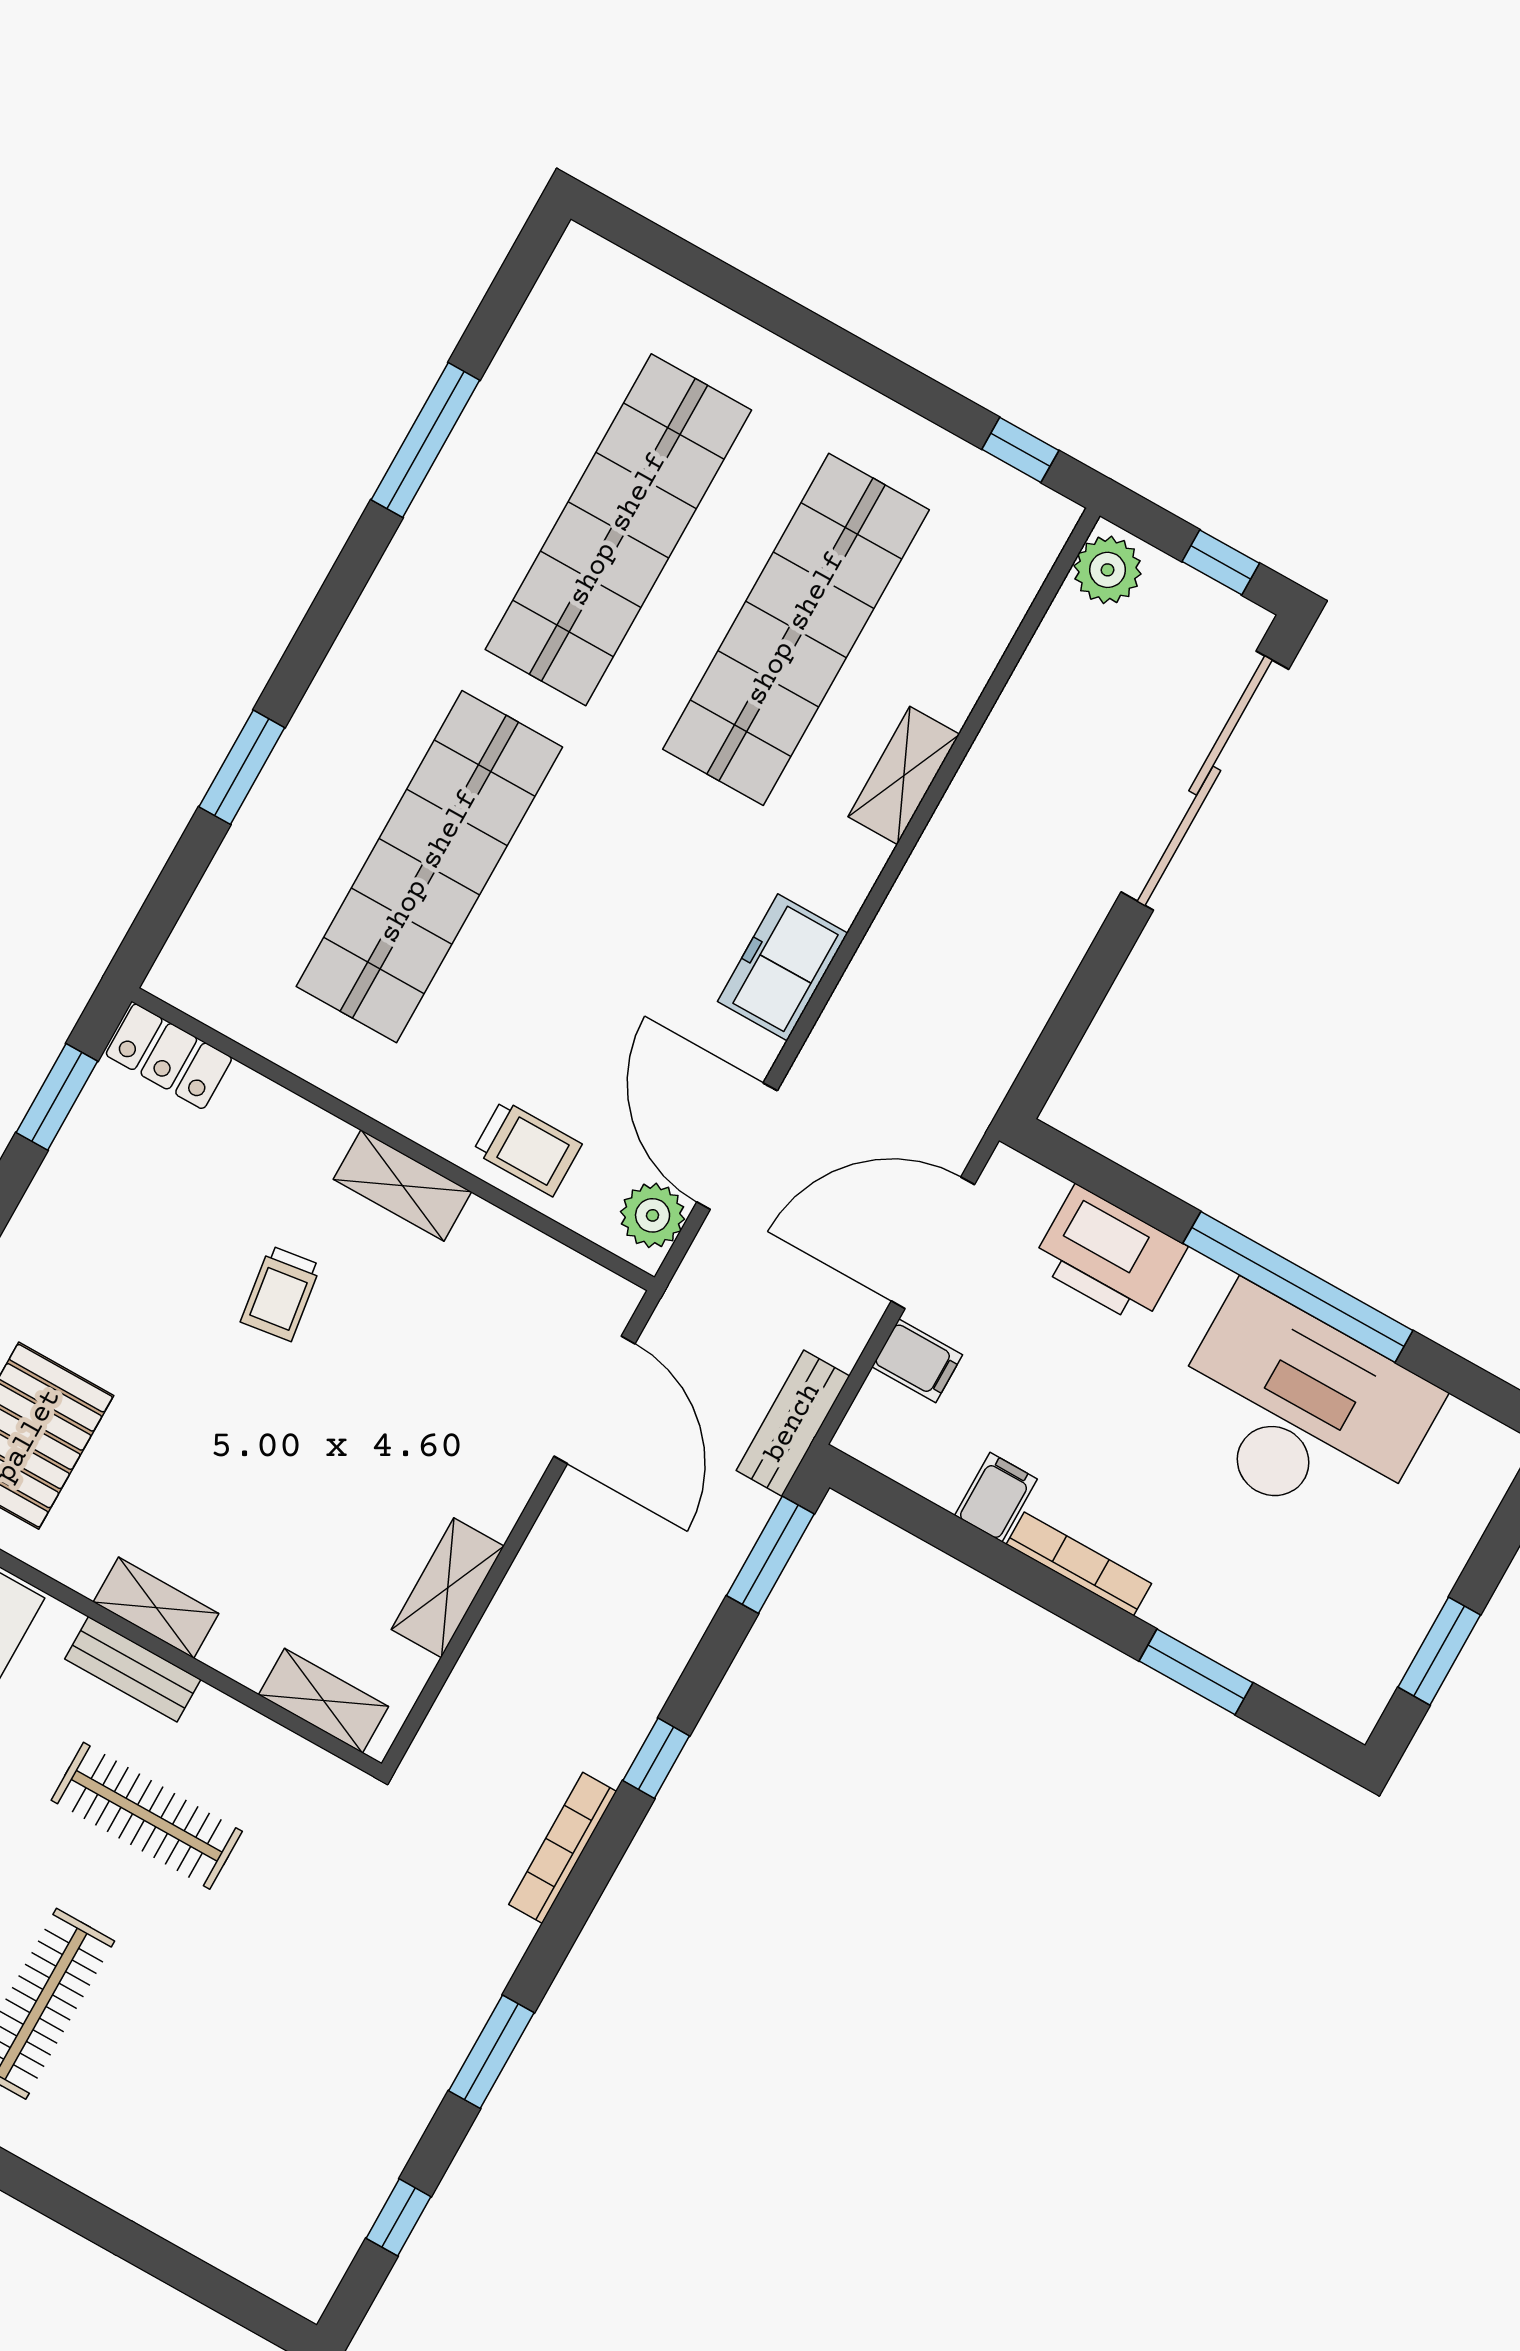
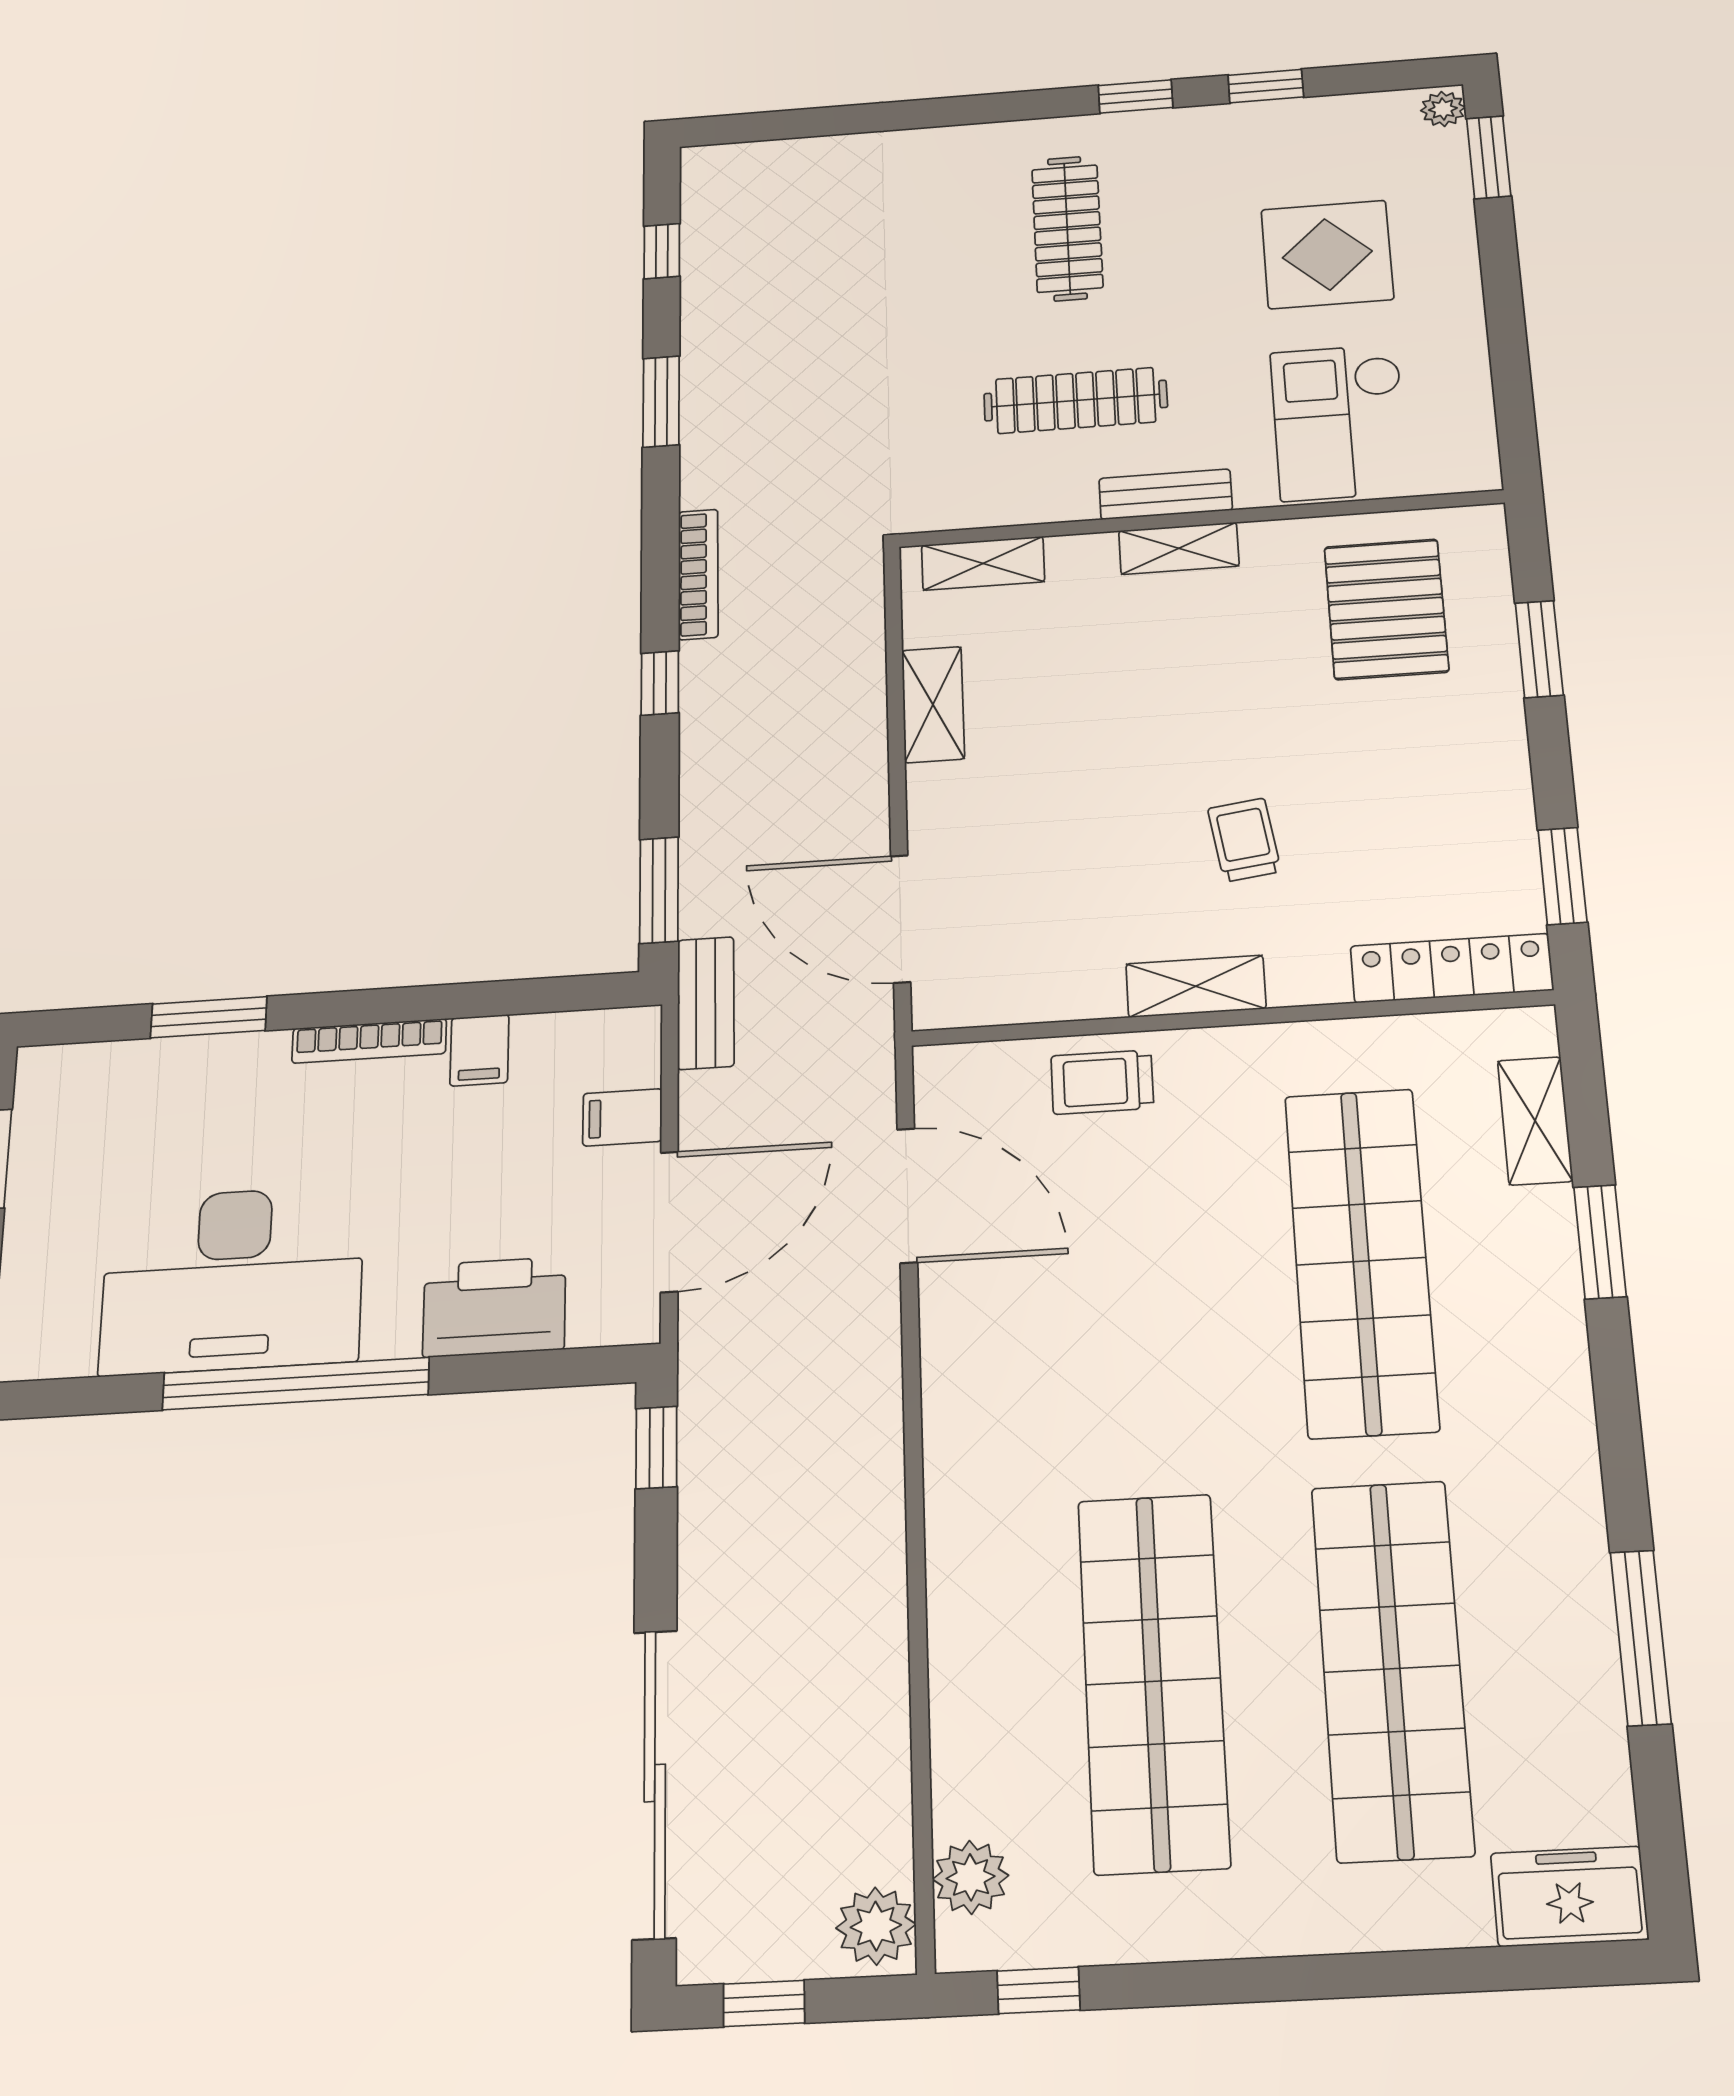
shelving: (904, 775) -> (1535, 1121), moved
freezer: (783, 967) -> (1569, 1896), moved, turned -90
window: (1052, 1053) -> (656, 1447), added
locker: (169, 1056) -> (1452, 968), width x1.53
plant: (653, 1215) -> (971, 1877), moved

